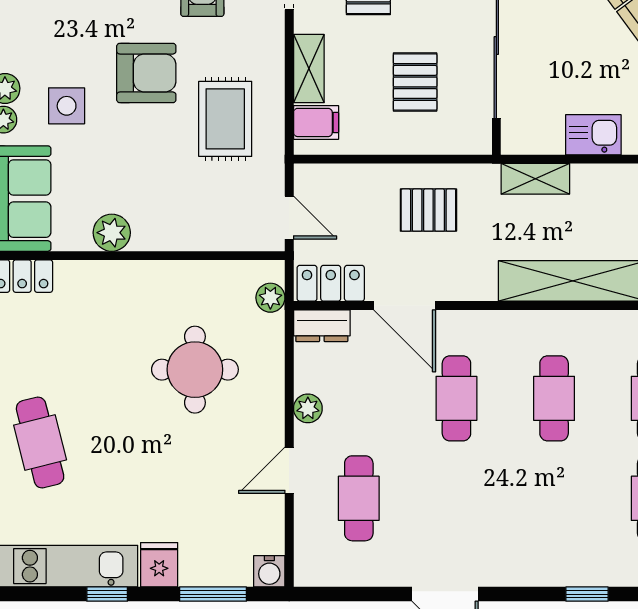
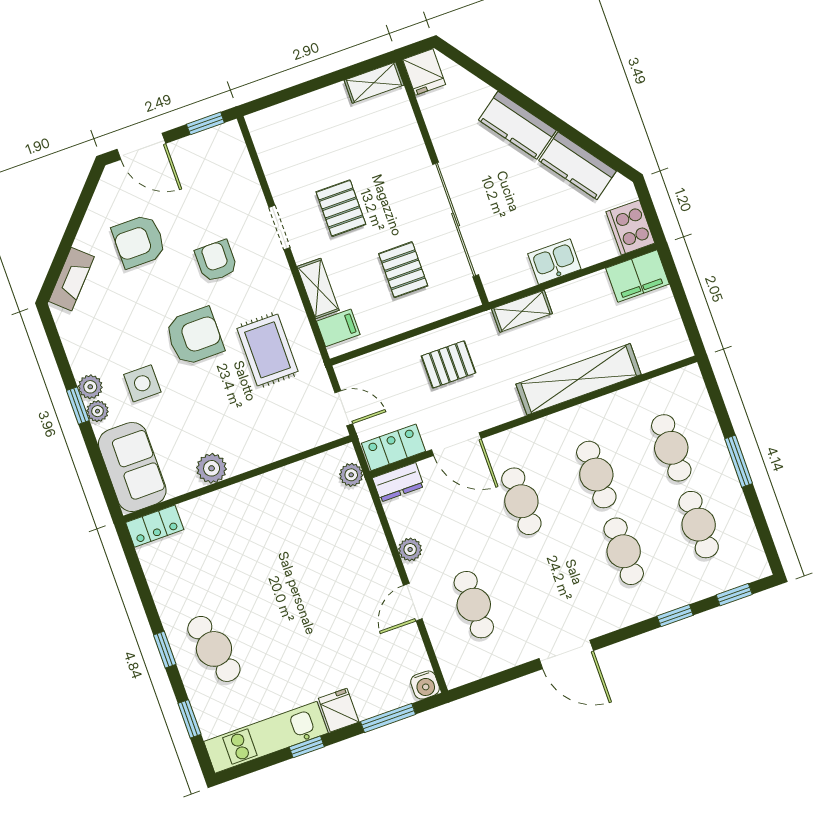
round table: (195, 370) -> (313, 551), removed
cafe table: (554, 498) -> (624, 551), added

